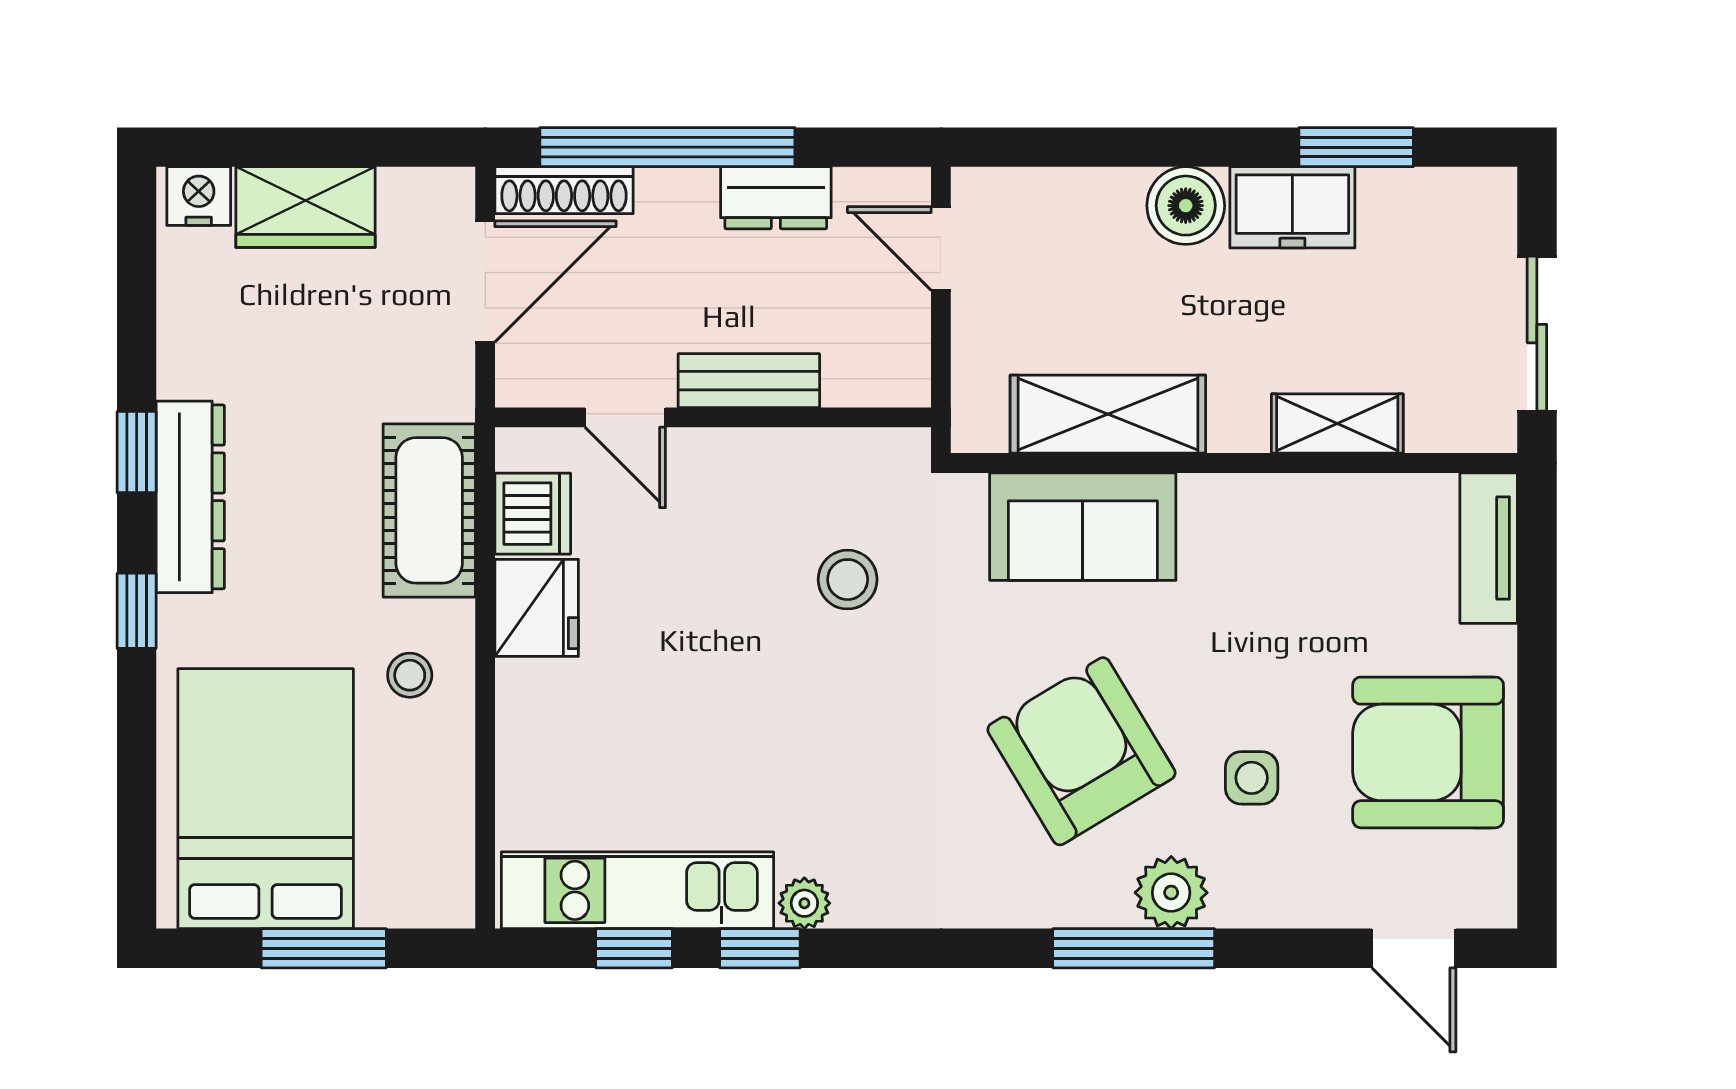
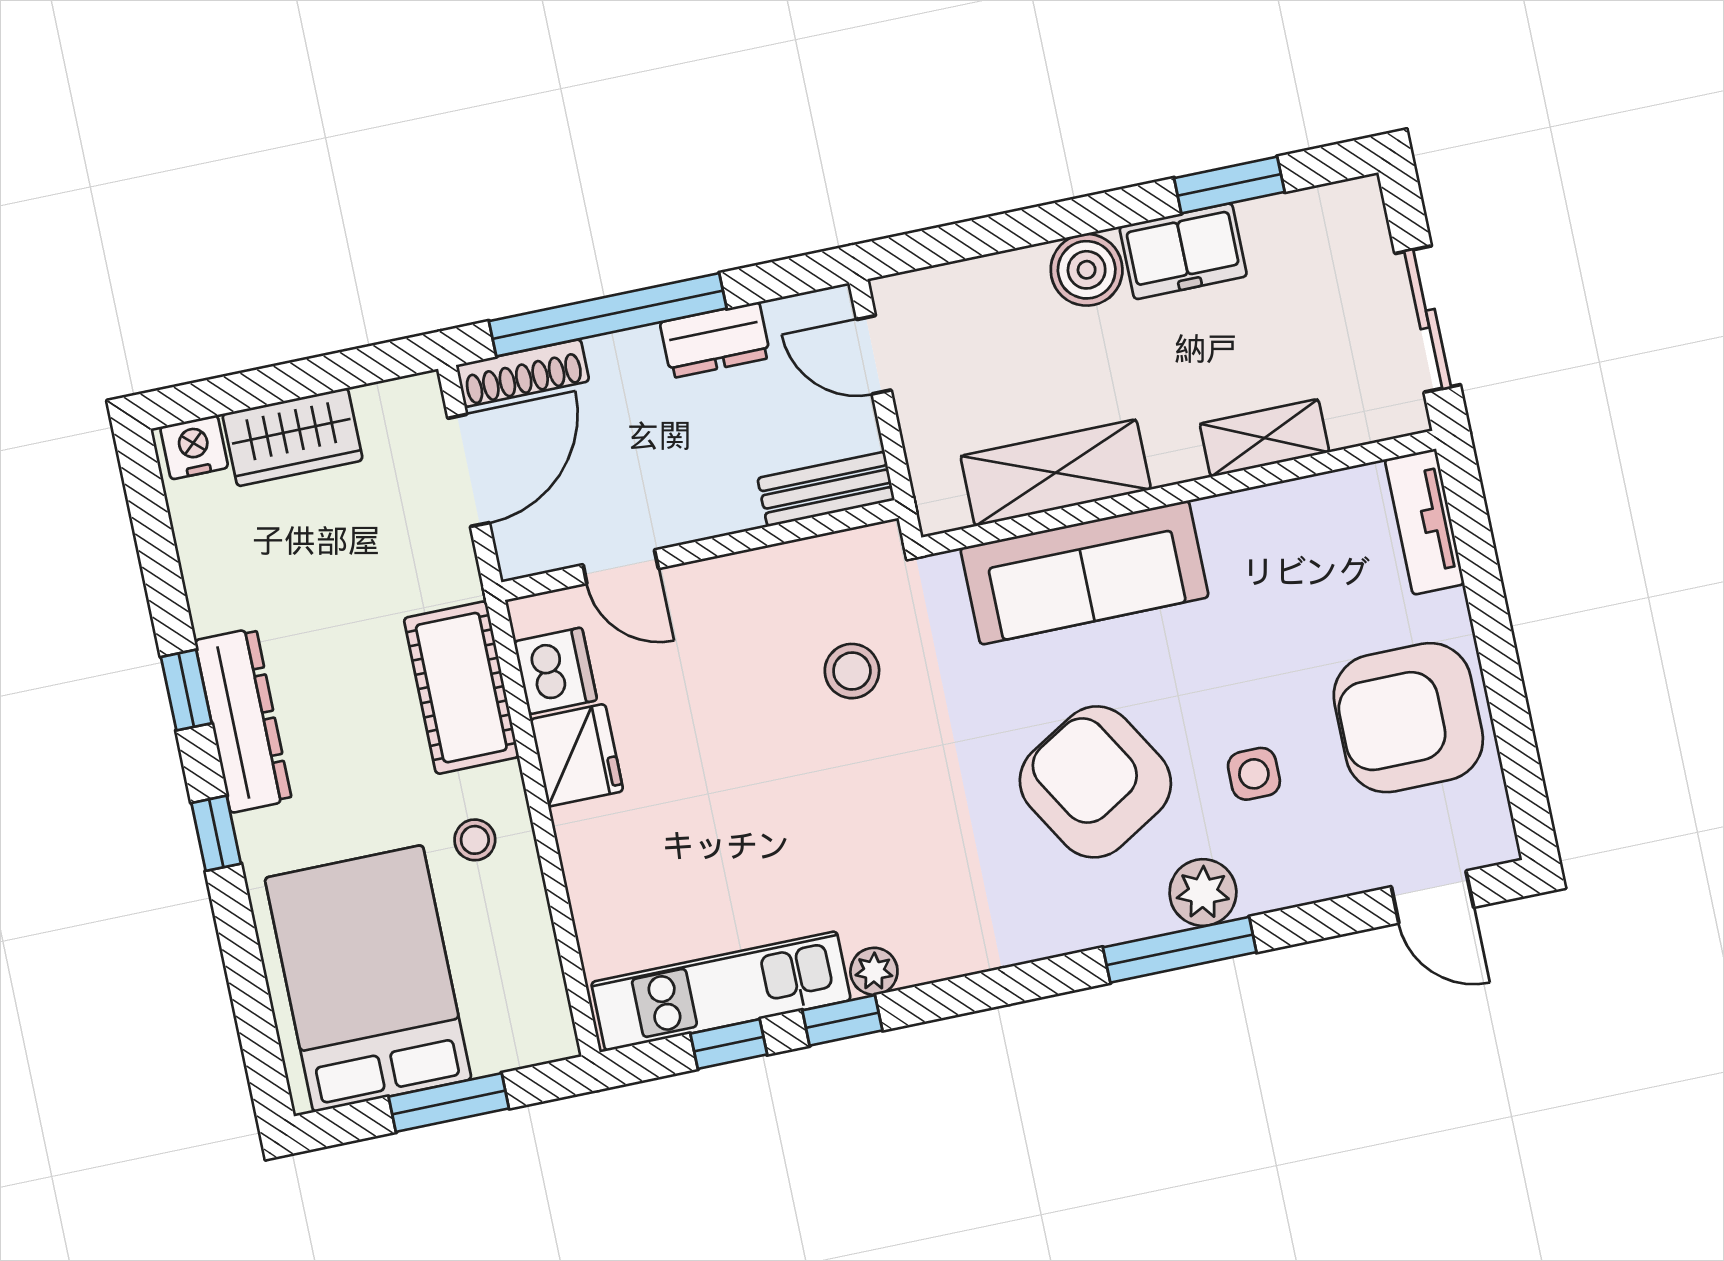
bench: (749, 381) -> (826, 489), moved
sofa: (1083, 527) -> (1085, 573), width x1.36

